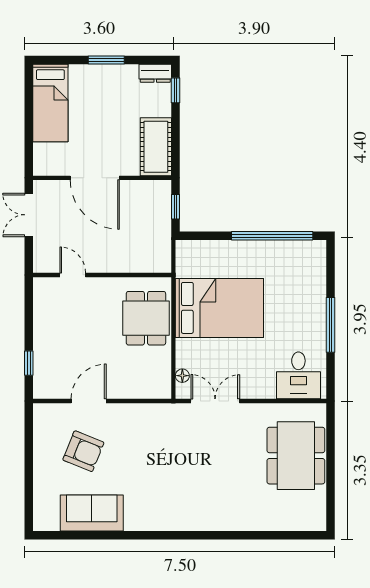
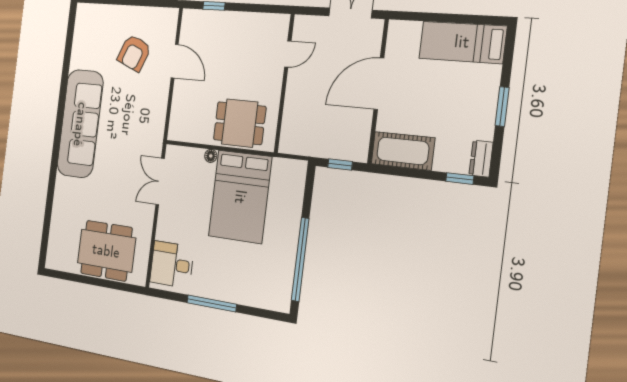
floor lamp: (182, 376) -> (211, 156), moved
double door: (215, 401) -> (160, 182), swing flipped
sofa: (92, 513) -> (80, 124), moved, width x1.85, depth x1.27

